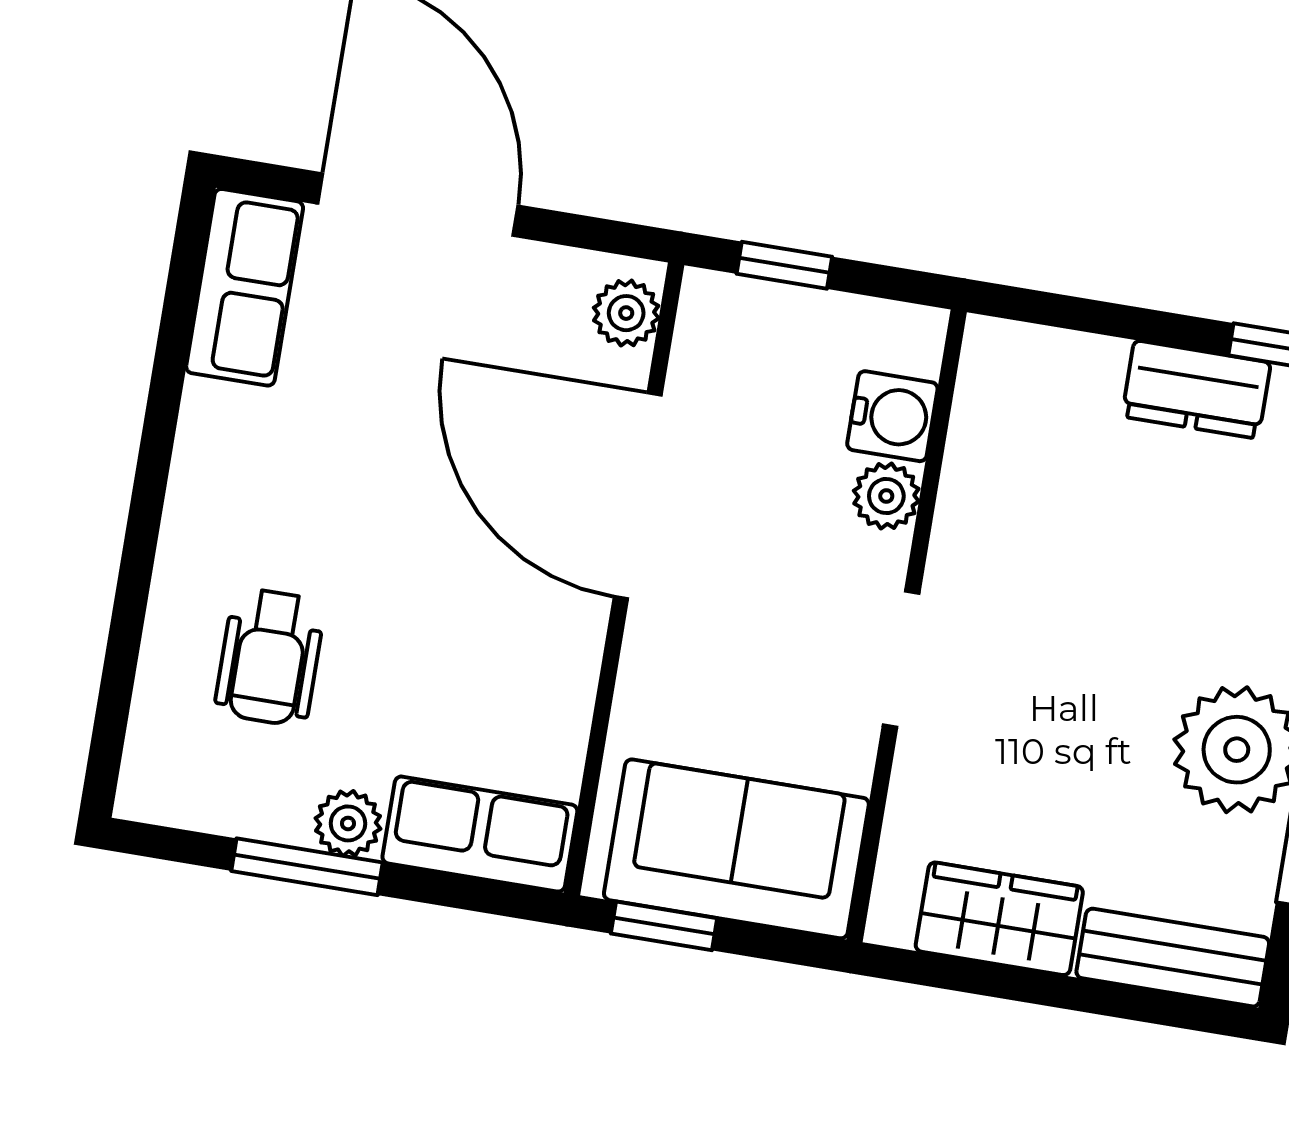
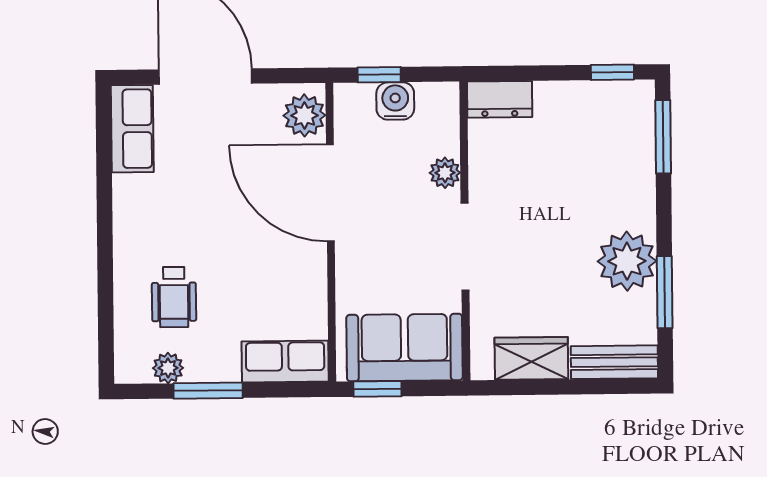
plant: (626, 313) -> (304, 115), width x1.38, depth x1.38
dresser: (1196, 390) -> (500, 99), moved
water cooler: (892, 416) -> (395, 101), moved, turned -90
doorway: (901, 659) -> (465, 247), width x1.38
plant: (348, 823) -> (168, 368), moved

